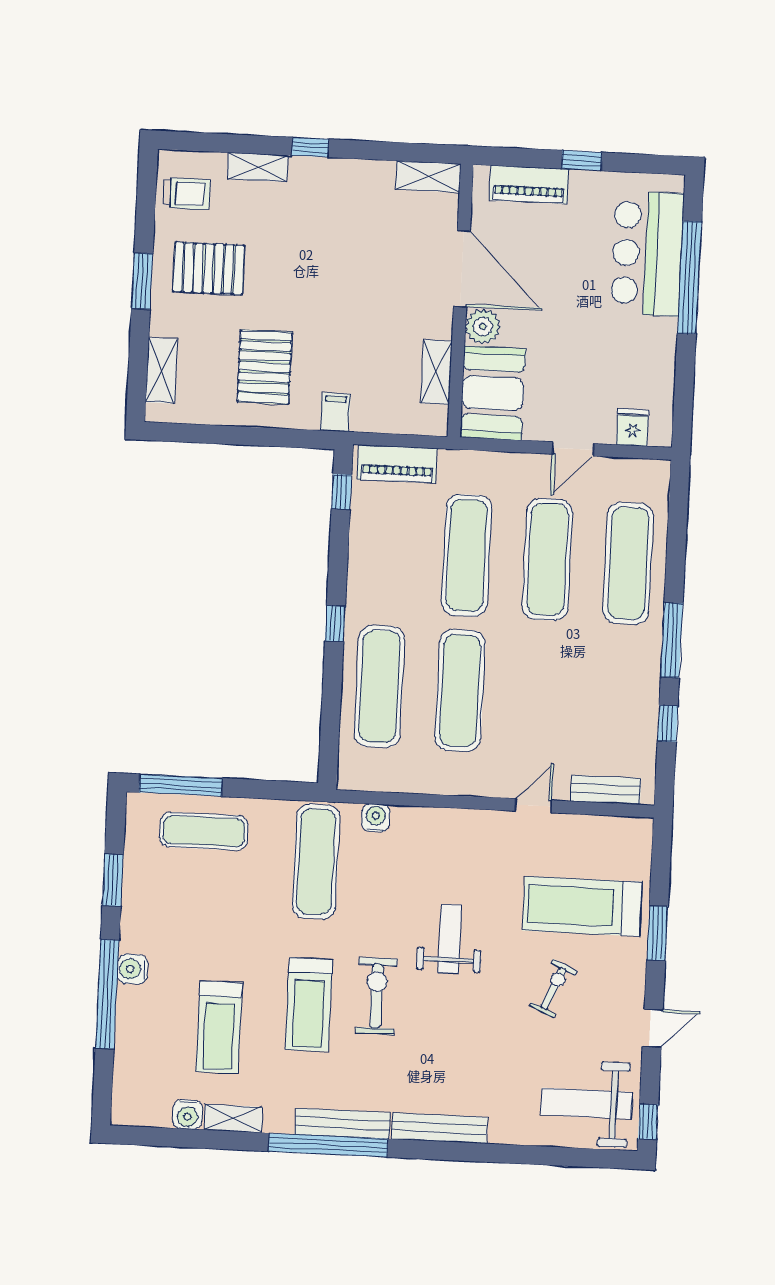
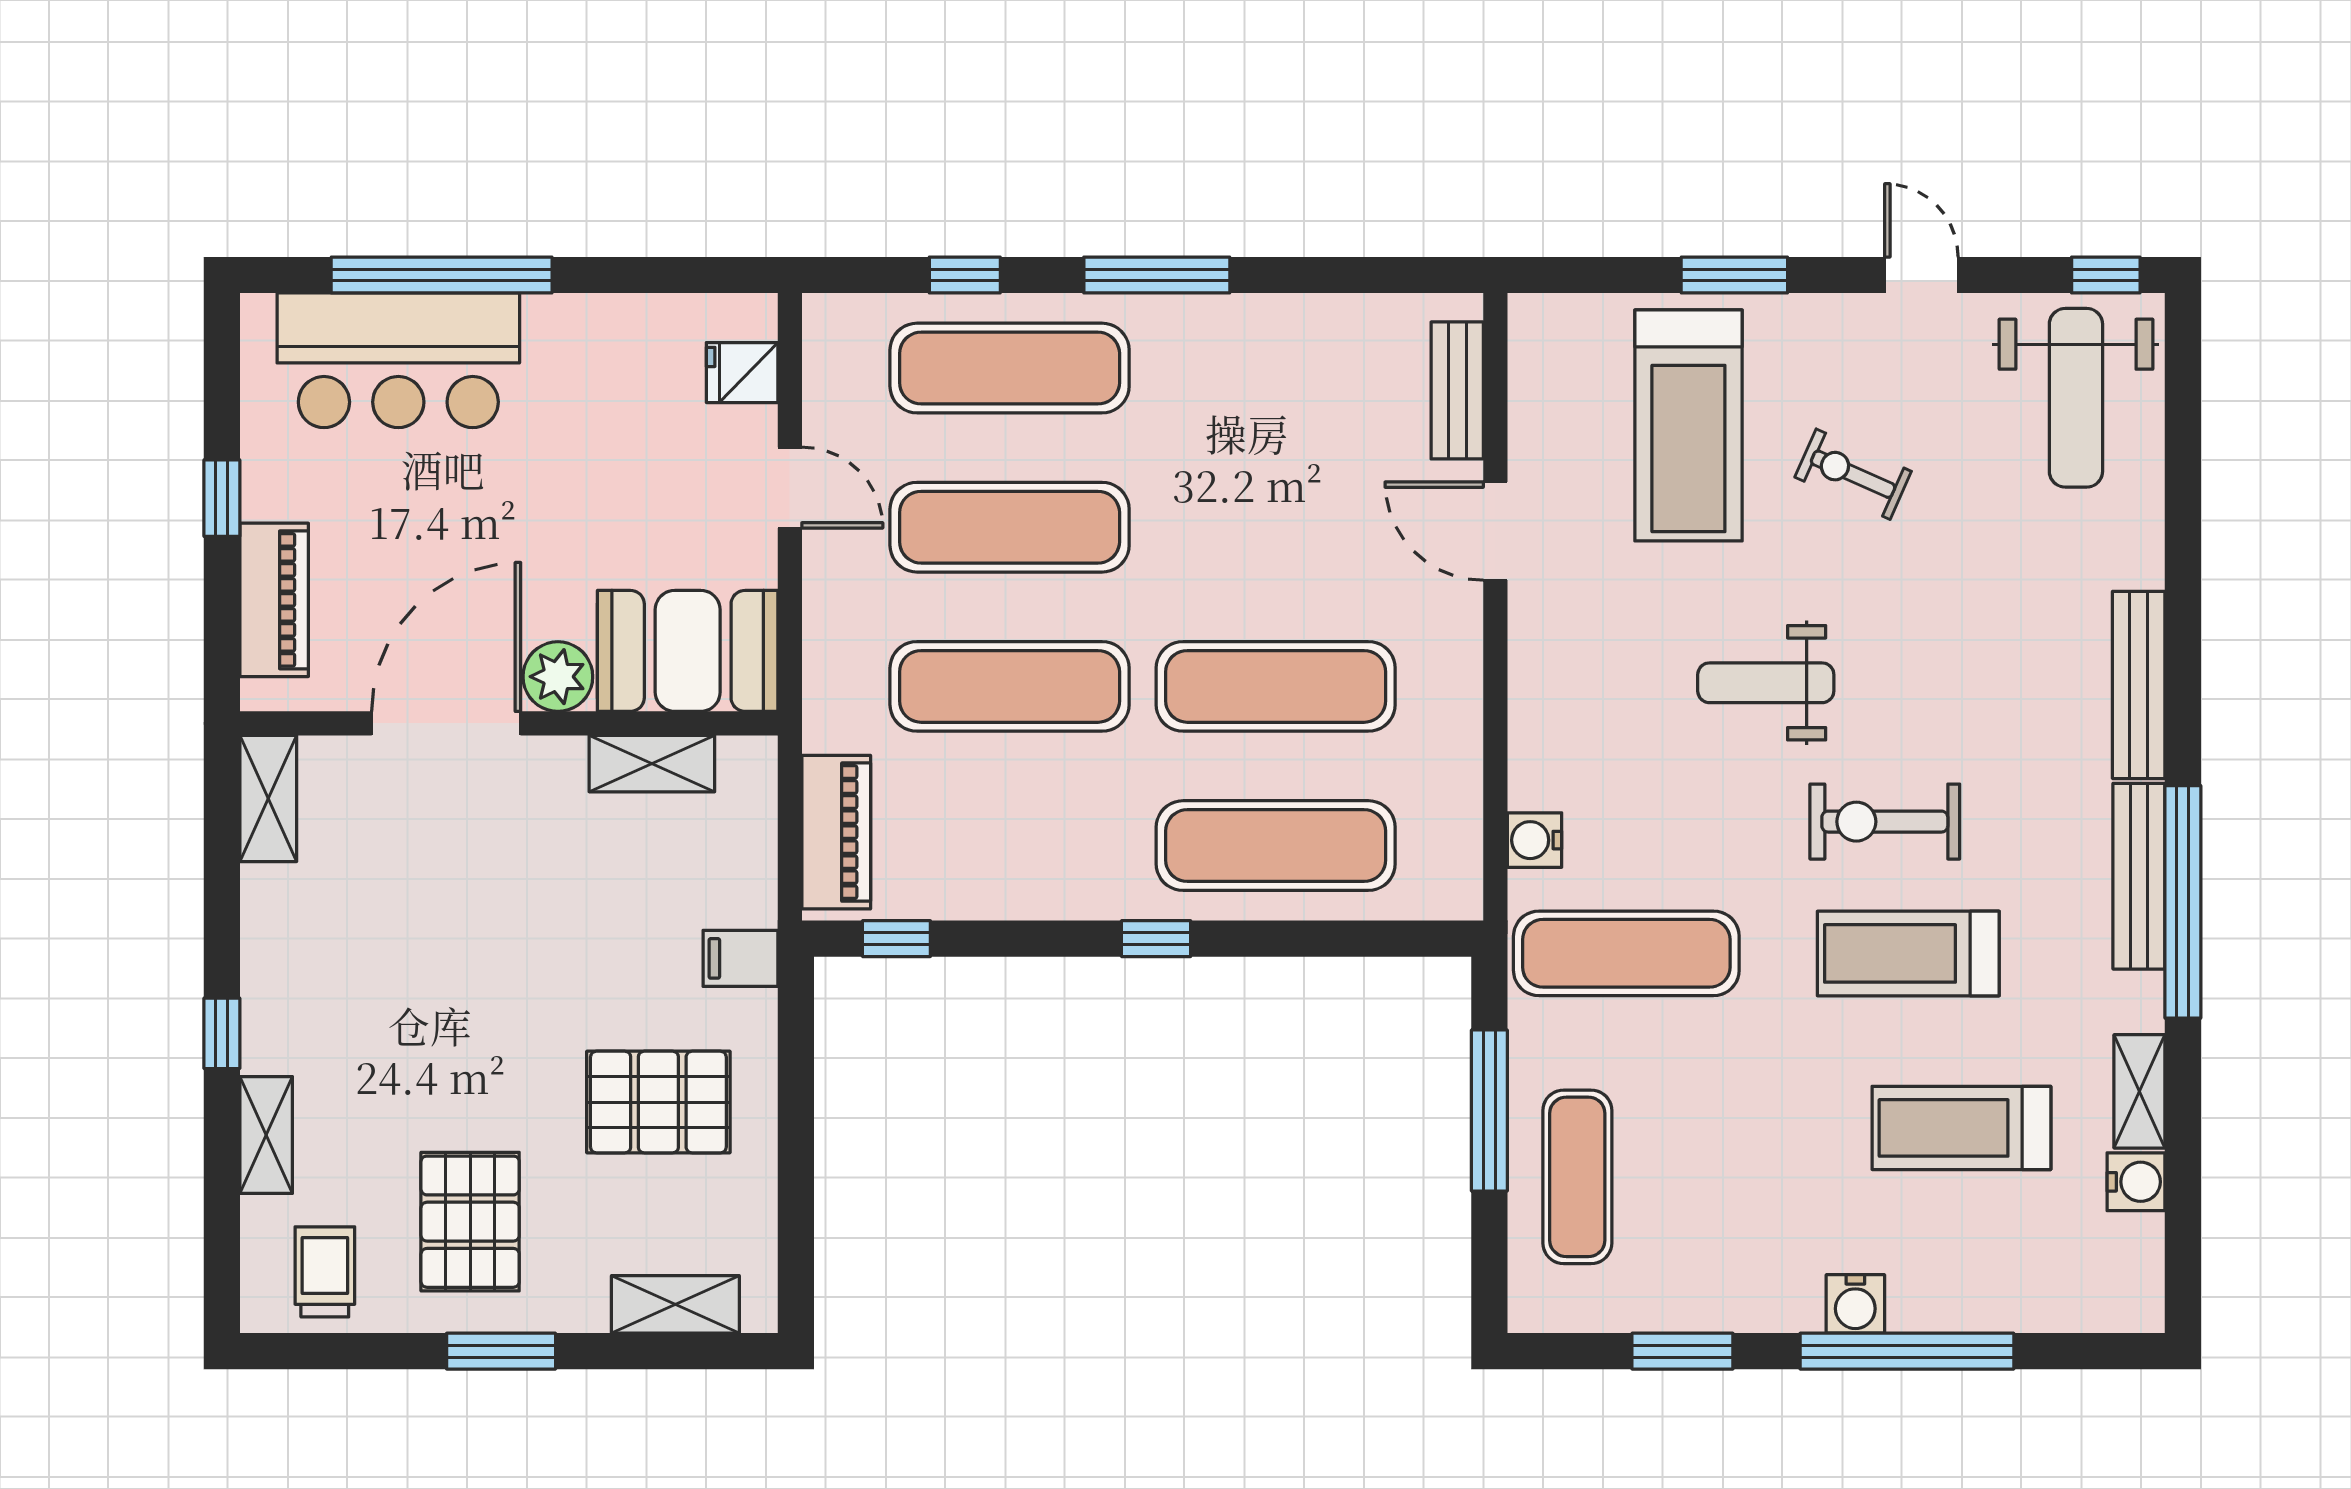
window: (668, 723) -> (965, 275), moved
window: (181, 785) -> (1489, 1110), moved
door: (533, 806) -> (1495, 531), width x1.38
treadmill: (309, 1005) -> (1908, 953), turned 180
treadmill: (219, 1027) -> (1961, 1128), turned 180

